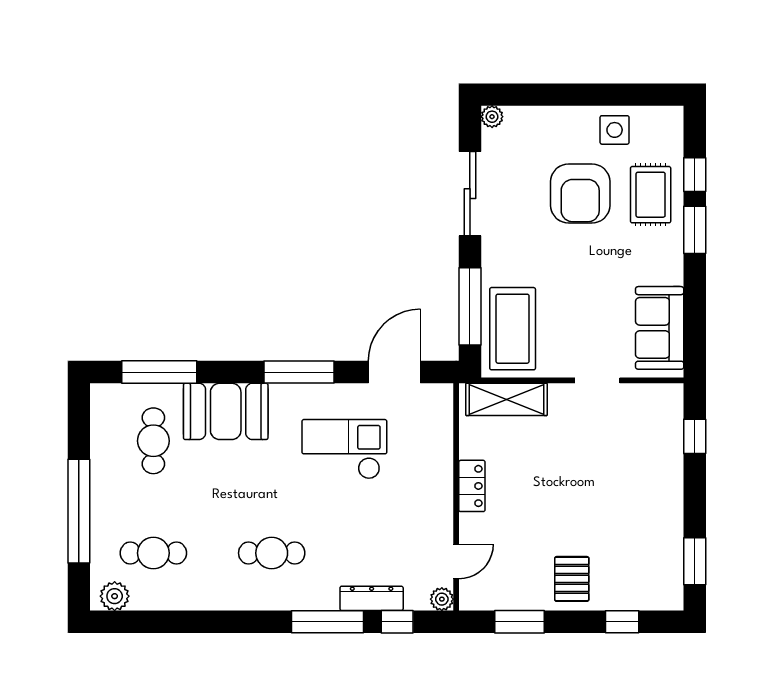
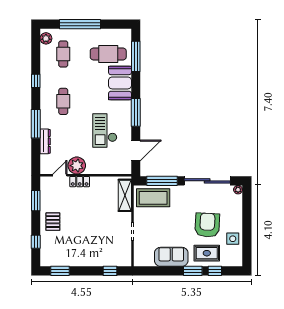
sliding door: (470, 194) -> (207, 181), width x1.36
armchair: (580, 194) -> (207, 225), turned 93
sofa: (660, 328) -> (171, 257), moved
door: (394, 372) -> (136, 151), hinge flipped
cafe table: (153, 441) -> (108, 54), width x1.37, depth x1.35
checkout: (344, 449) -> (105, 130), turned 180
locker: (472, 486) -> (80, 182), moved
door: (456, 561) -> (60, 175), swing flipped
pallet: (572, 579) -> (53, 222), turned 90
plant: (442, 599) -> (77, 166), moved, width x1.87, depth x1.87
window: (397, 622) -> (36, 81), moved

